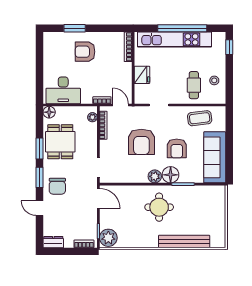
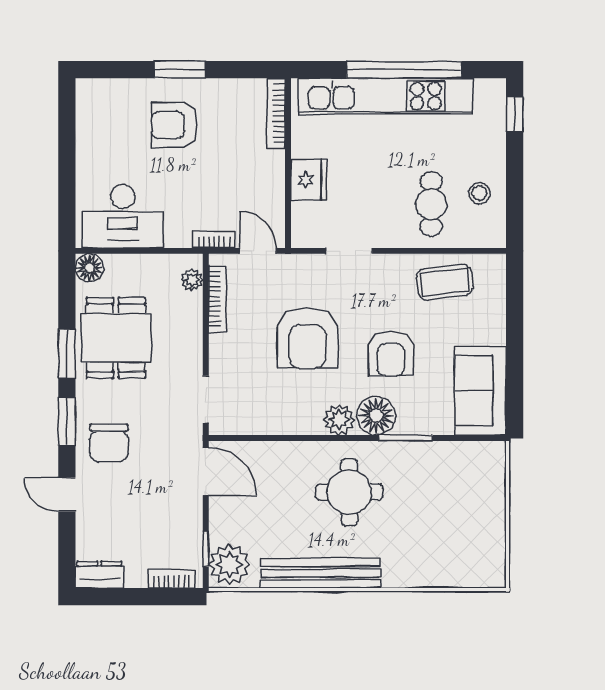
window: (75, 28) -> (180, 70), moved
sofa: (215, 157) -> (480, 391), width x0.73
bench: (184, 241) -> (320, 573), moved

